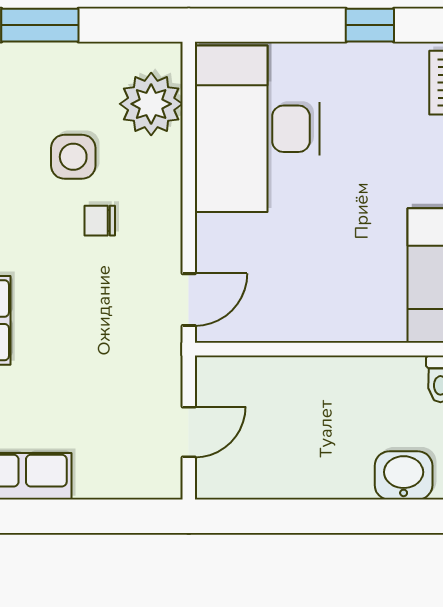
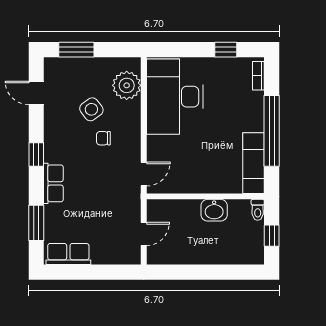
side table: (73, 157) -> (91, 109), turned -37
washbasin: (404, 475) -> (214, 210), moved, turned 180

